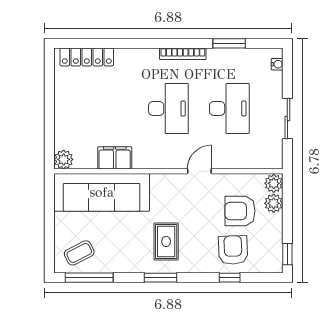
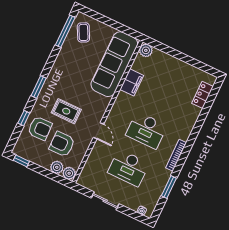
locker: (87, 57) -> (202, 95), width x0.66
armchair: (240, 211) -> (62, 144), turned -90
rug: (166, 241) -> (66, 111), moved
window: (160, 278) -> (39, 87), moved

